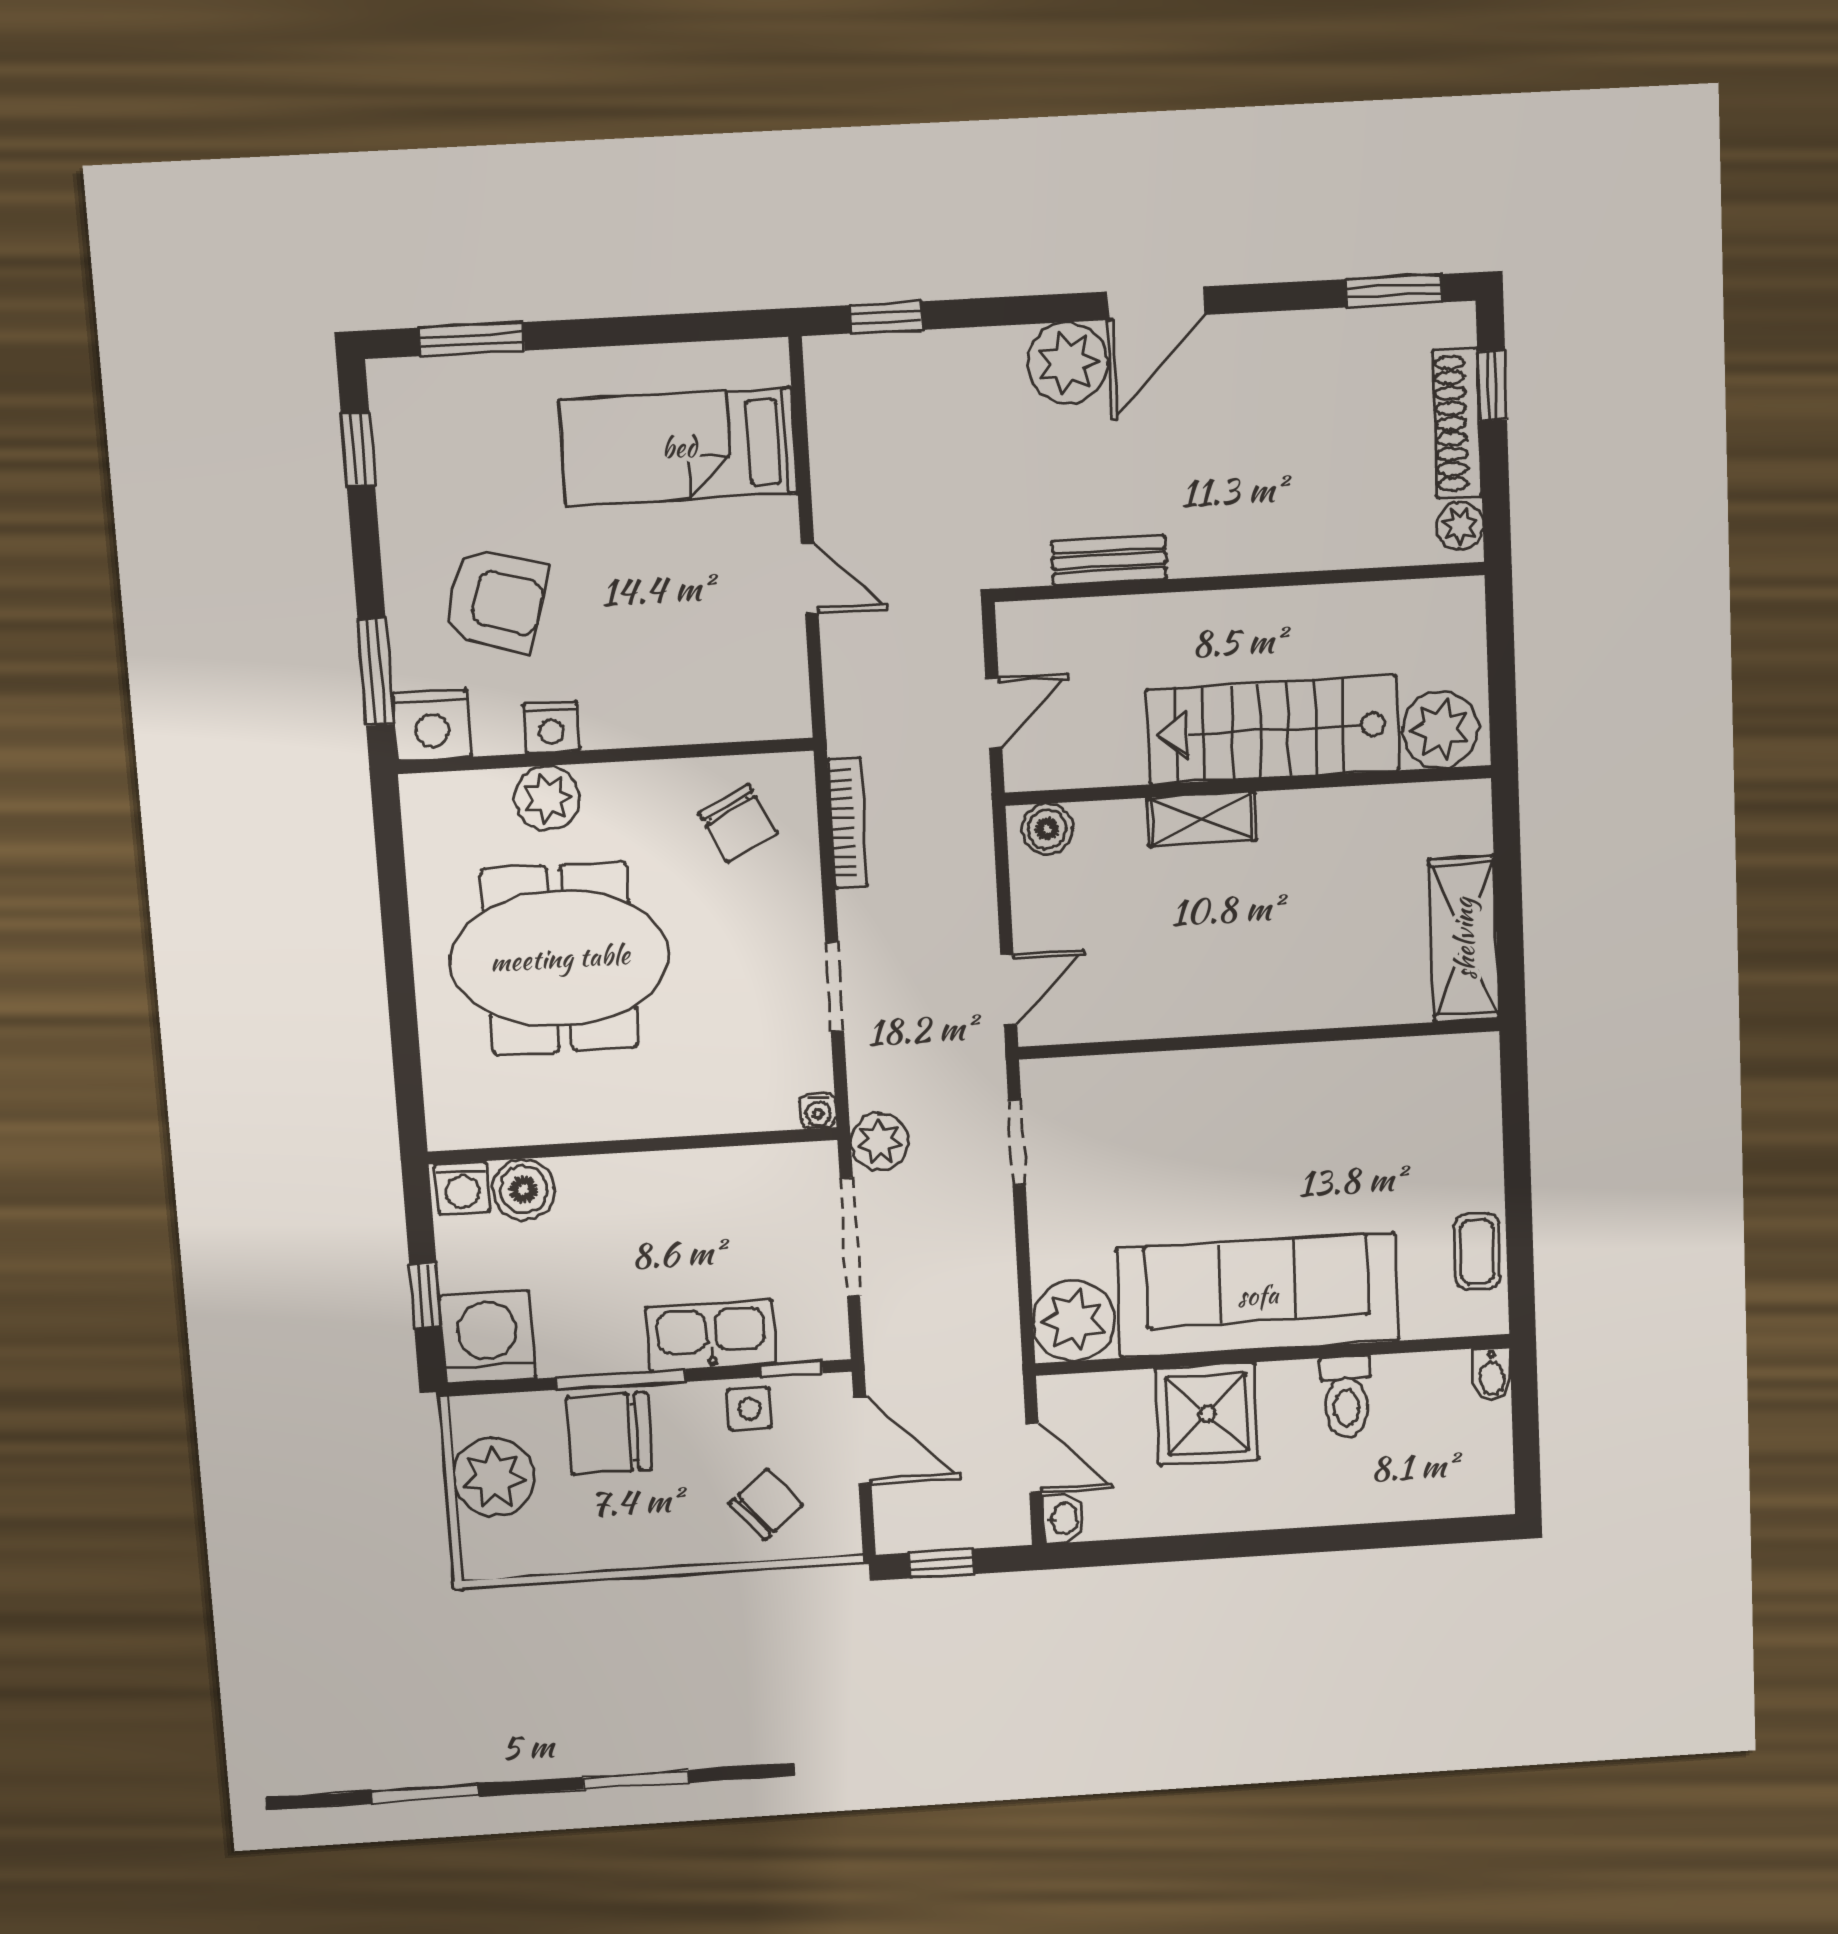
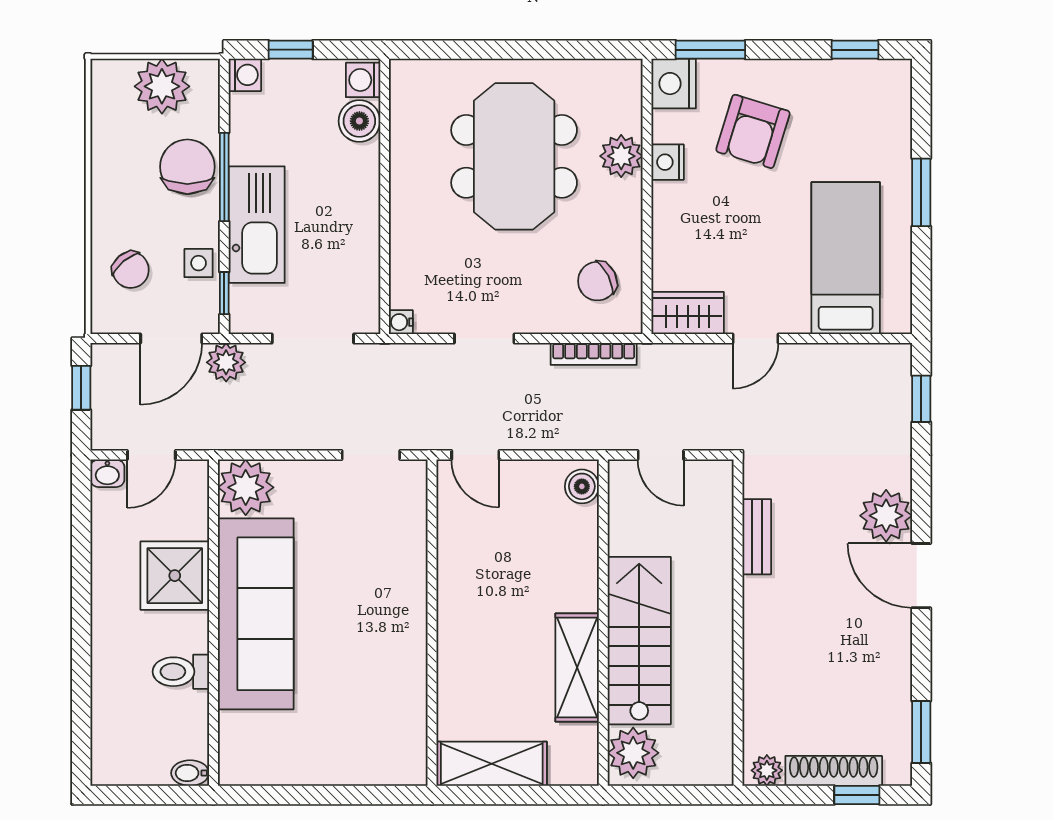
window: (472, 339) -> (921, 192), moved
wardrobe: (778, 684) -> (688, 313), added
shelving: (1202, 819) -> (577, 668), moved, width x1.50, depth x1.33
plant: (879, 1141) -> (226, 362), moved
coffee table: (1477, 1252) -> (276, 766), removed
kitchen sink: (711, 1335) -> (257, 225), width x1.36, depth x1.24
washing machine: (488, 1337) -> (245, 75), width x0.53, depth x0.53

